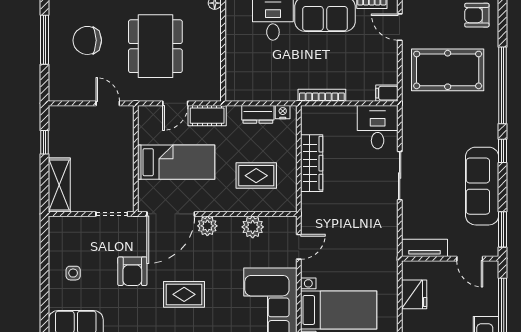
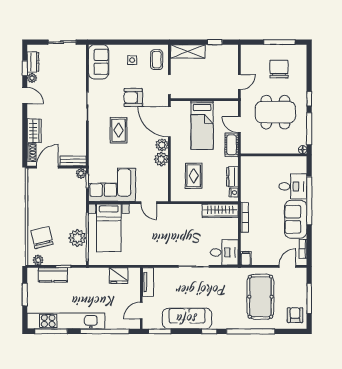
wardrobe: (312, 163) -> (220, 211), moved
plant: (253, 227) -> (161, 159), moved
coffee table: (72, 234) -> (157, 60), added

